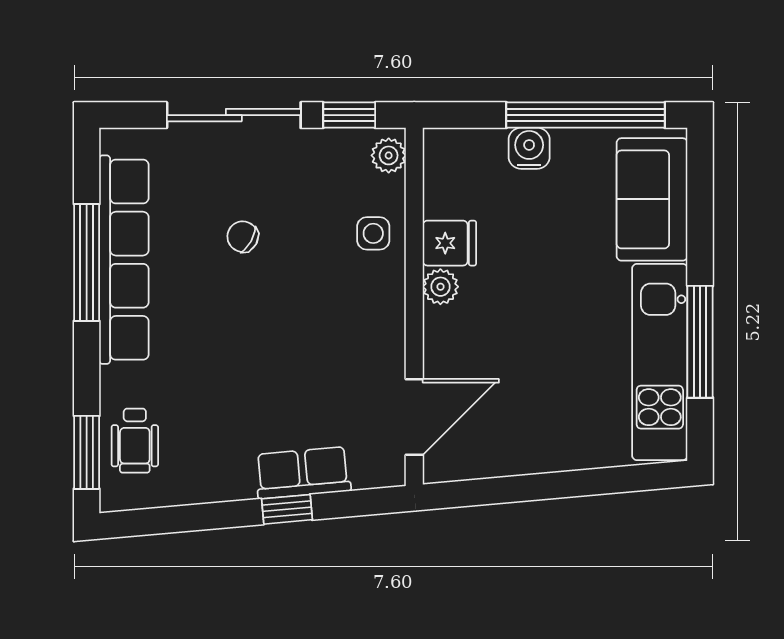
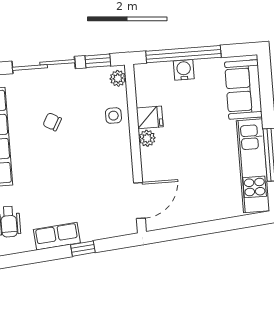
window: (586, 115) -> (183, 54), moved
row of seats: (303, 473) -> (57, 236), moved

